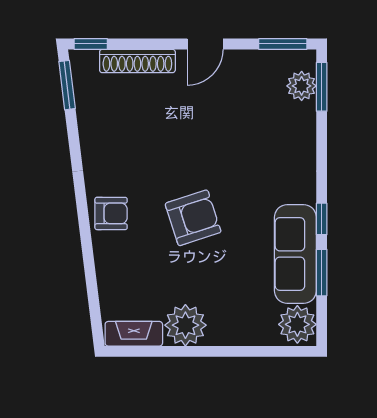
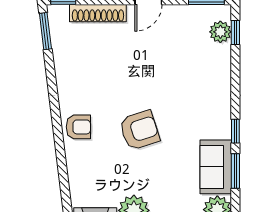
window: (322, 87) -> (235, 32), width x0.67
sofa: (295, 254) -> (216, 167), width x0.73

